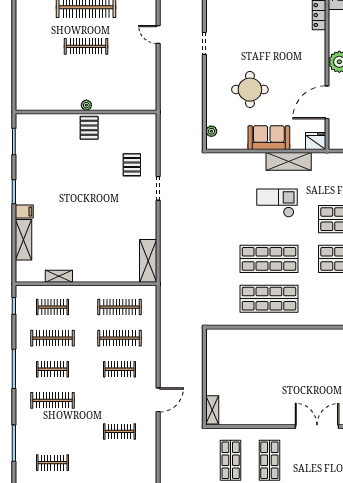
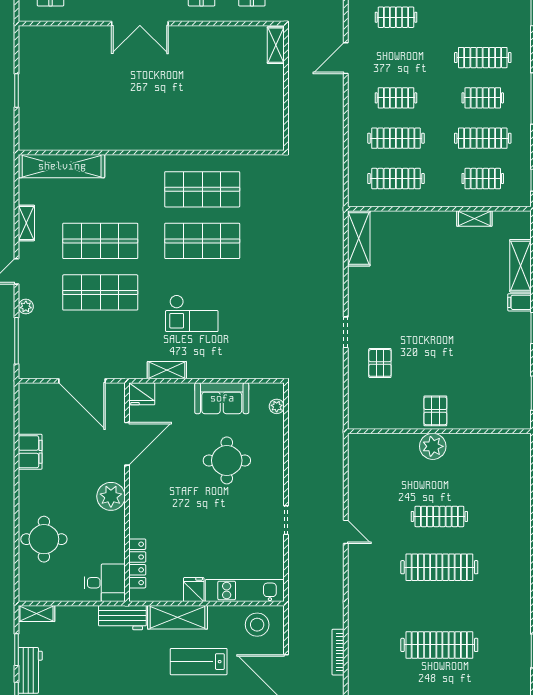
plant: (86, 105) -> (433, 446), width x1.88, depth x1.88
sofa: (269, 138) -> (222, 398), moved
shelving: (289, 161) -> (167, 370), width x0.67, depth x0.75

